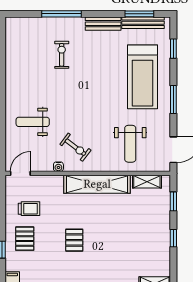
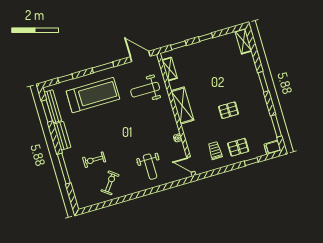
weight bench: (130, 144) -> (145, 90), turned 180
exercise bike: (75, 147) -> (110, 183), moved
shelving: (97, 184) -> (182, 106), width x0.68

